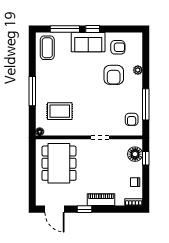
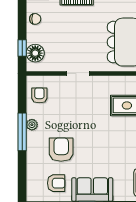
armchair: (118, 47) -> (56, 183), turned 180
plant: (138, 70) -> (32, 125), moved
window: (146, 104) -> (22, 132), moved

